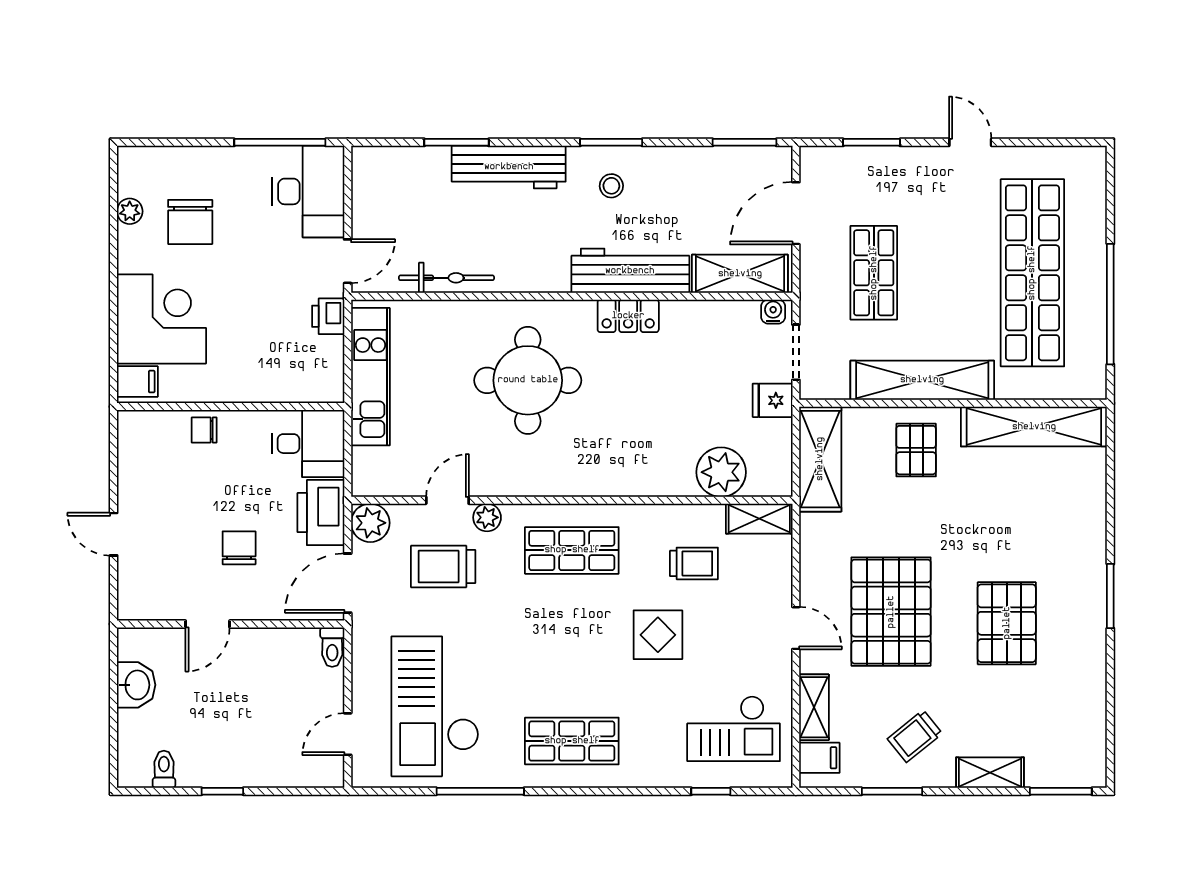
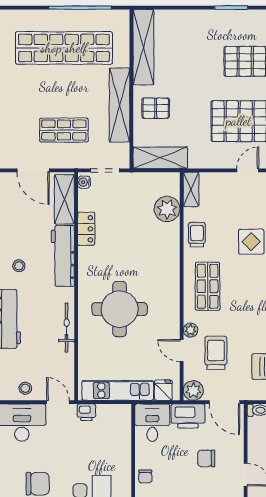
stool: (375, 198) -> (25, 388), added
bicycle: (446, 278) -> (67, 328), moved
locker: (628, 316) -> (86, 229), moved
fridge: (773, 400) -> (163, 390), moved, turned 180
trolley: (694, 563) -> (197, 235), moved
trolley: (443, 567) -> (216, 353), turned 180

